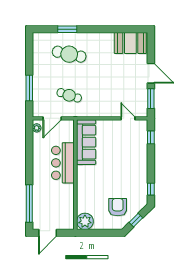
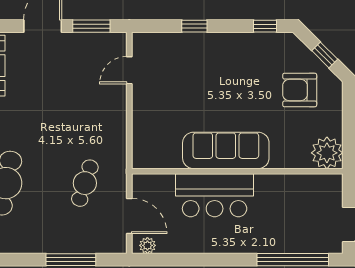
window: (151, 137) -> (194, 26), moved
sofa: (86, 142) -> (226, 150), moved

